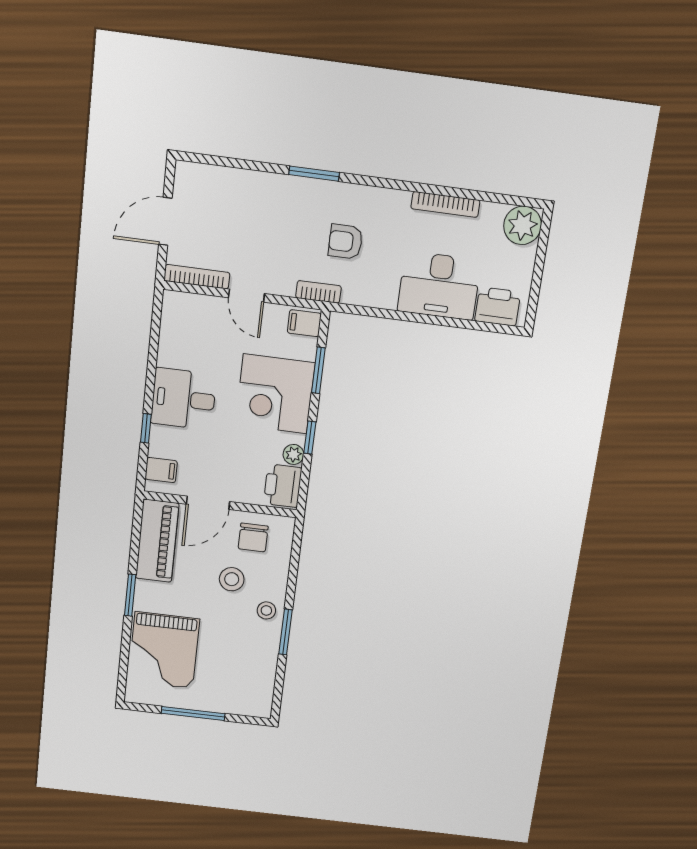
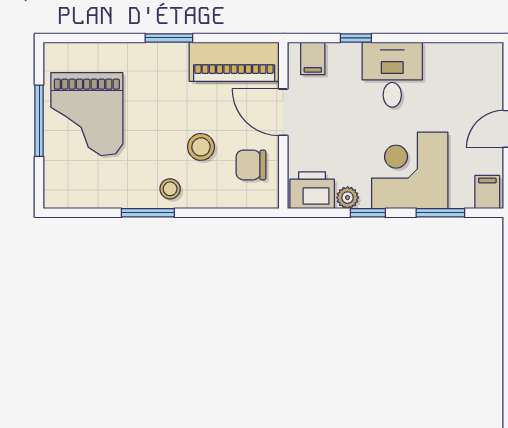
grand piano: (164, 650) -> (87, 114), moved, turned -90

